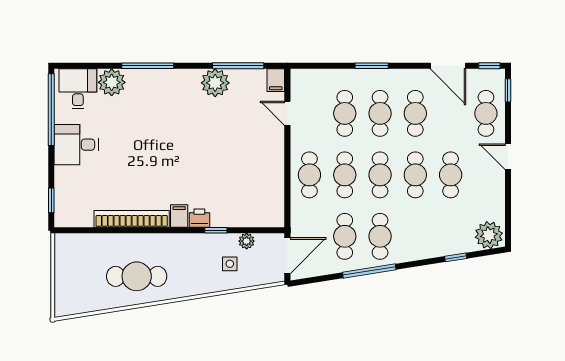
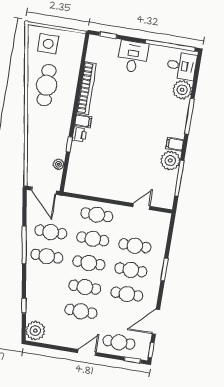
filing cabinet: (276, 80) -> (175, 144), moved
desk: (76, 145) -> (133, 57), moved
side table: (230, 264) -> (48, 44), moved, width x1.87, depth x1.87

